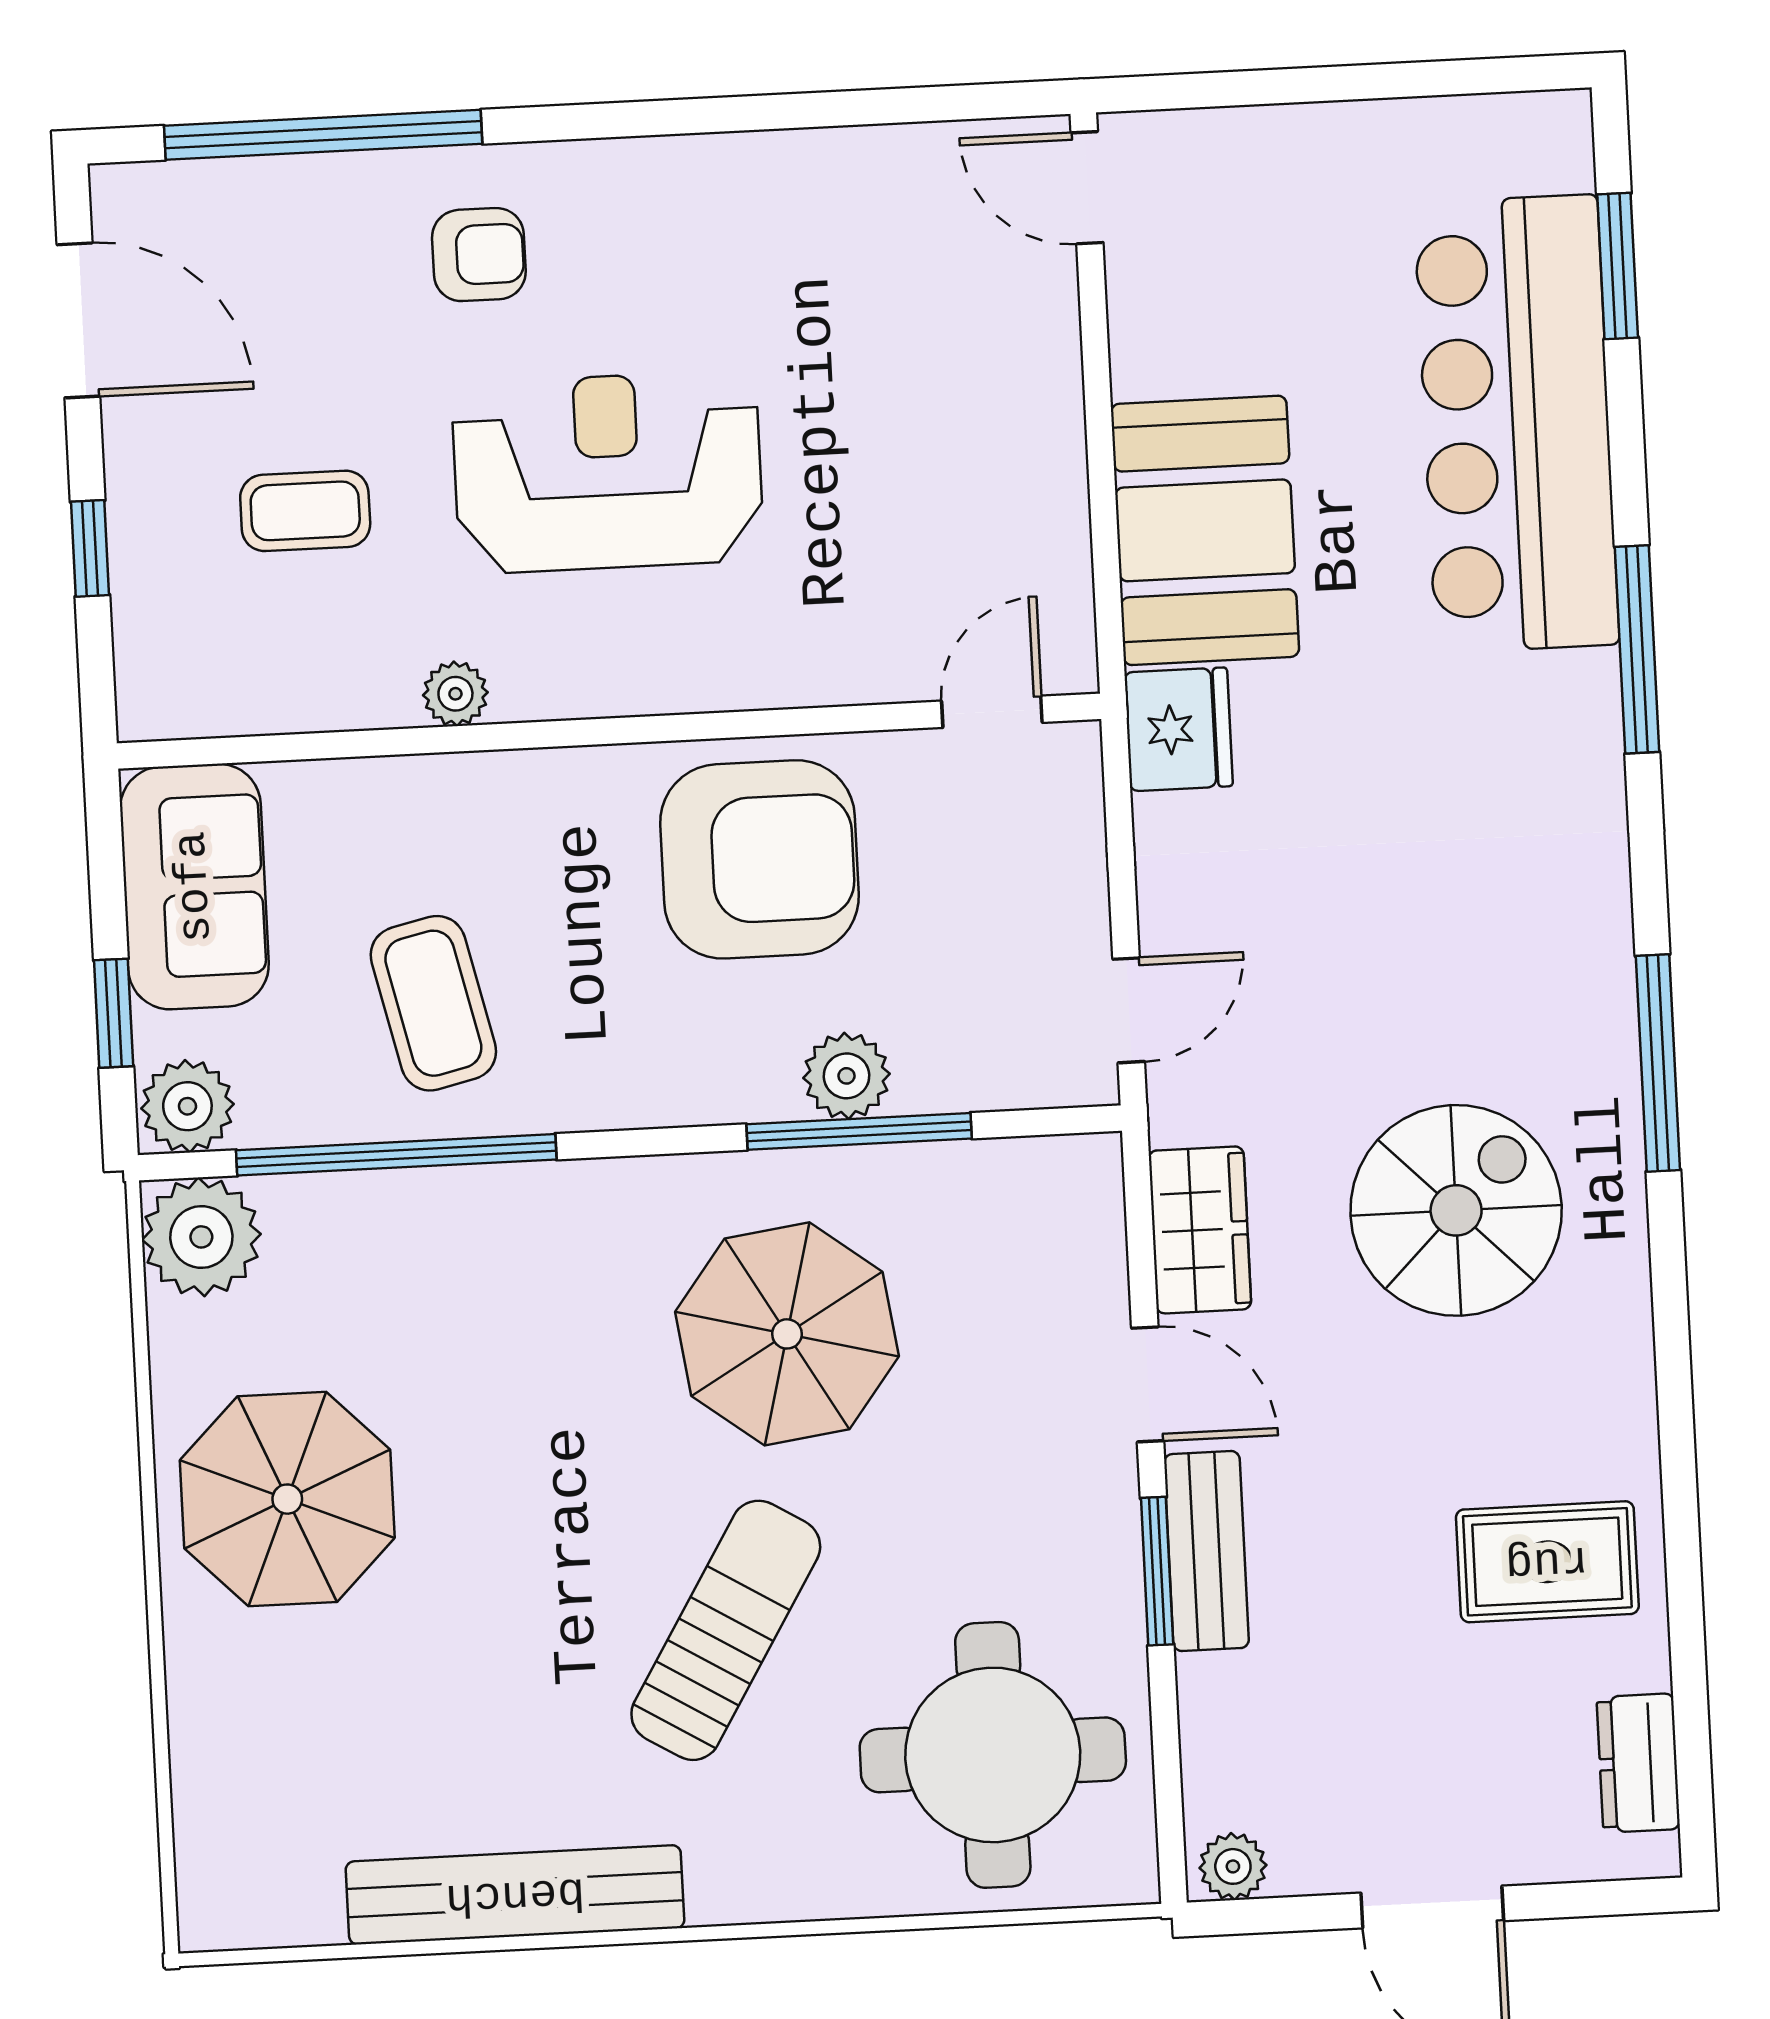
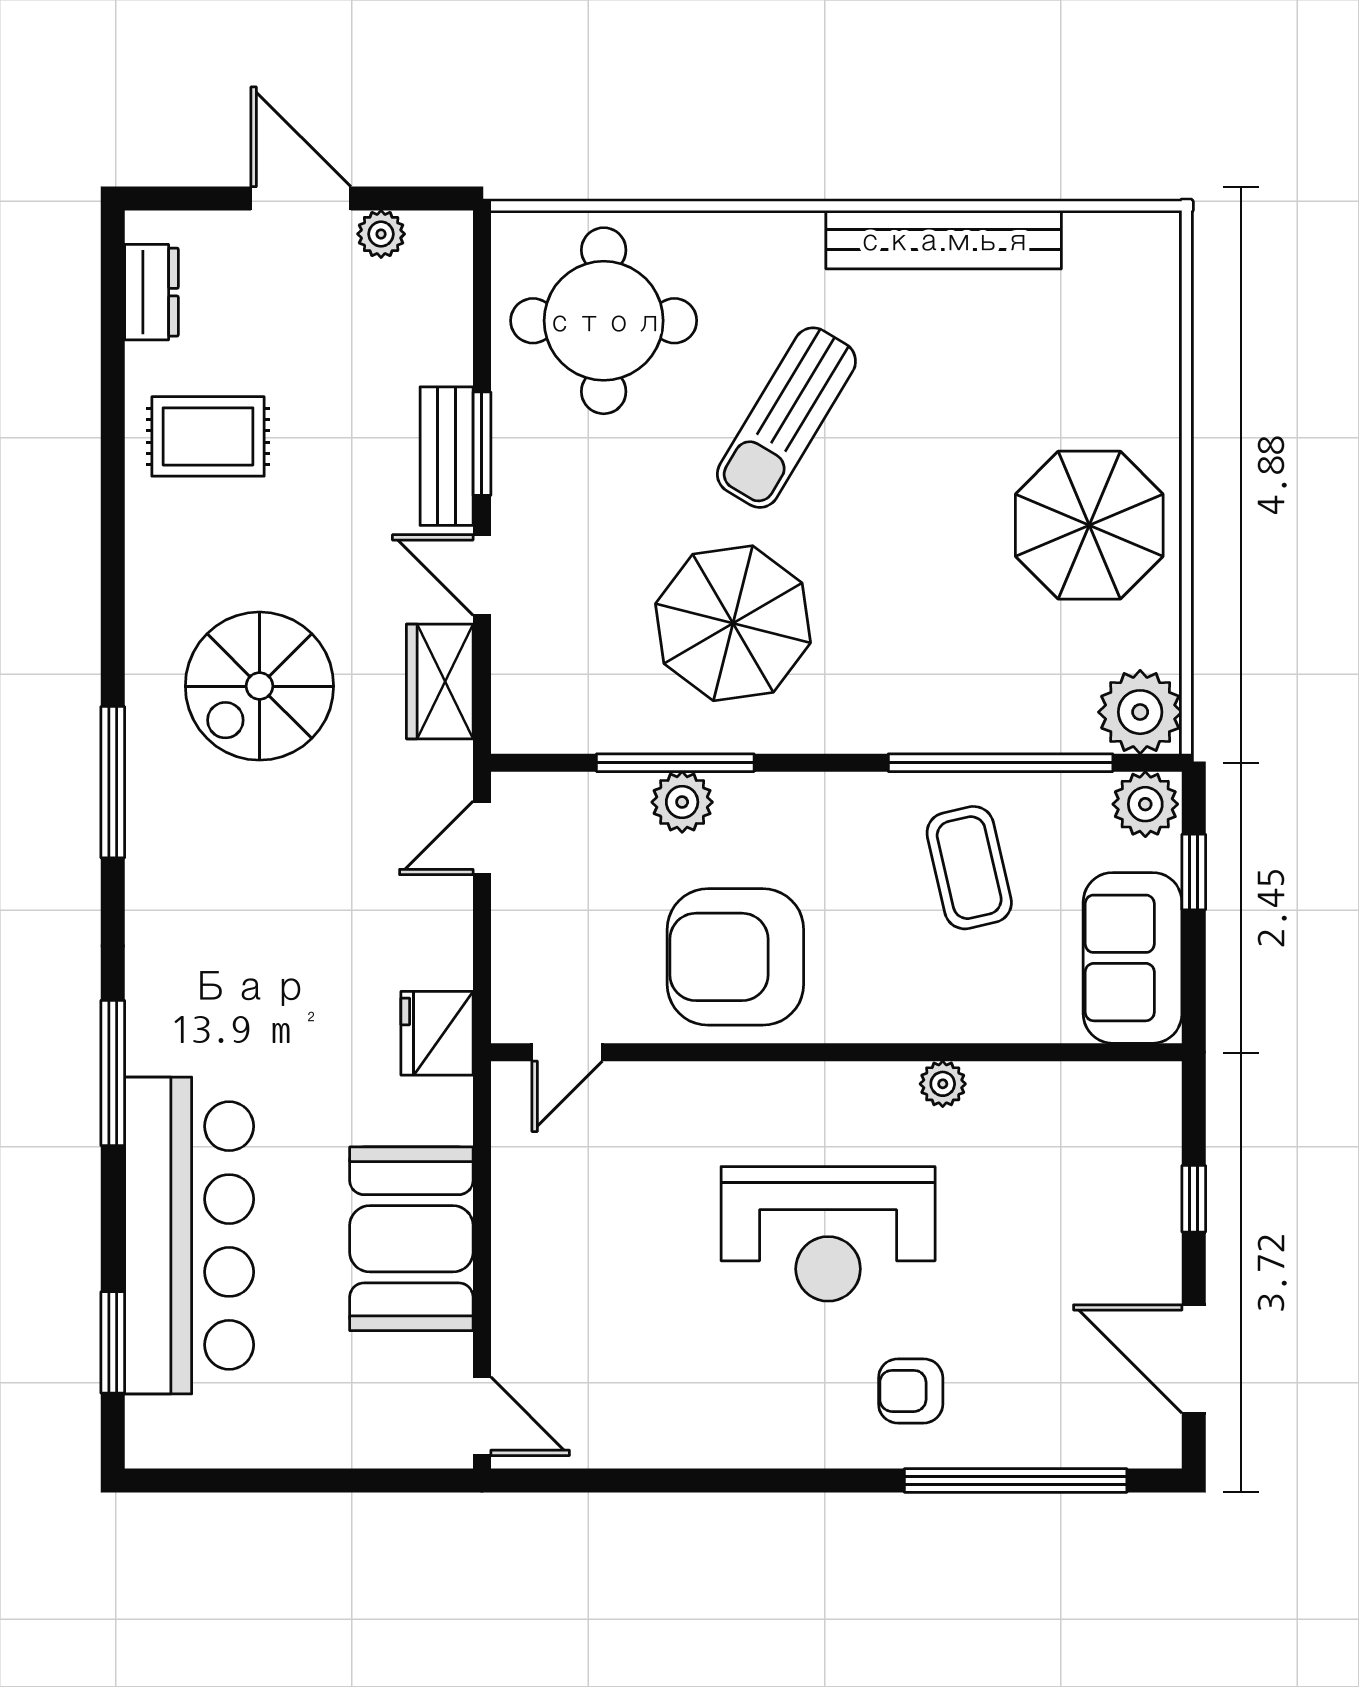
coffee table: (305, 511) -> (1042, 1217), removed
booth: (1205, 530) -> (411, 1239), moved
plant: (1233, 1866) -> (381, 234), moved

